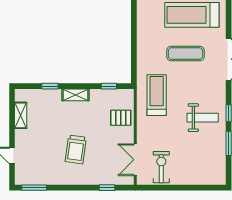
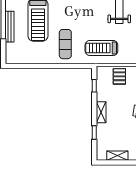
exercise mat: (185, 53) -> (65, 44), moved

